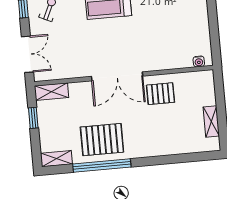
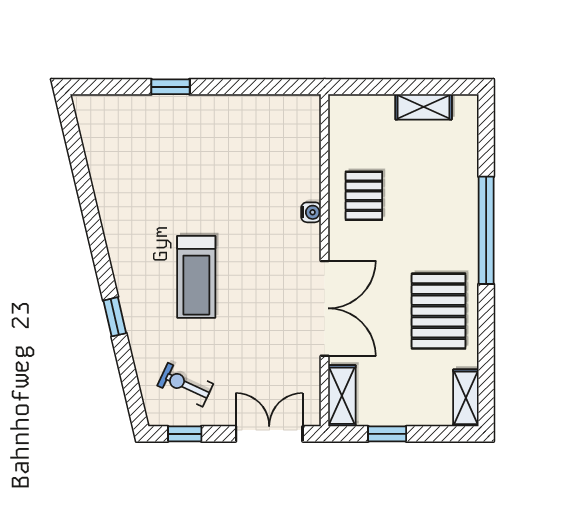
water cooler: (199, 61) -> (311, 212), moved
double door: (117, 76) -> (325, 308), moved
window: (102, 165) -> (486, 230), moved

